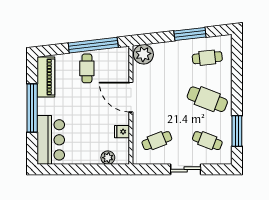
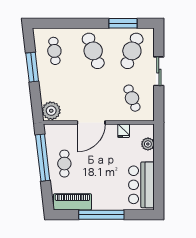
cafe table: (87, 68) -> (64, 164), turned 90
cafe table: (207, 99) -> (93, 51), turned -42
bar counter: (51, 140) -> (141, 185), moved, turned -90
cafe table: (207, 141) -> (132, 51), width x1.37, depth x1.35

